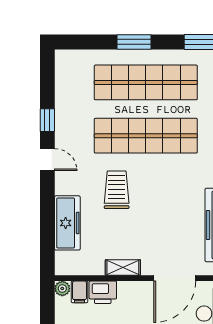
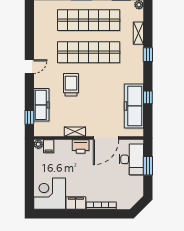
window: (47, 120) -> (29, 117), moved
door: (47, 160) -> (29, 67), hinge flipped
printer: (103, 292) -> (81, 147), moved

